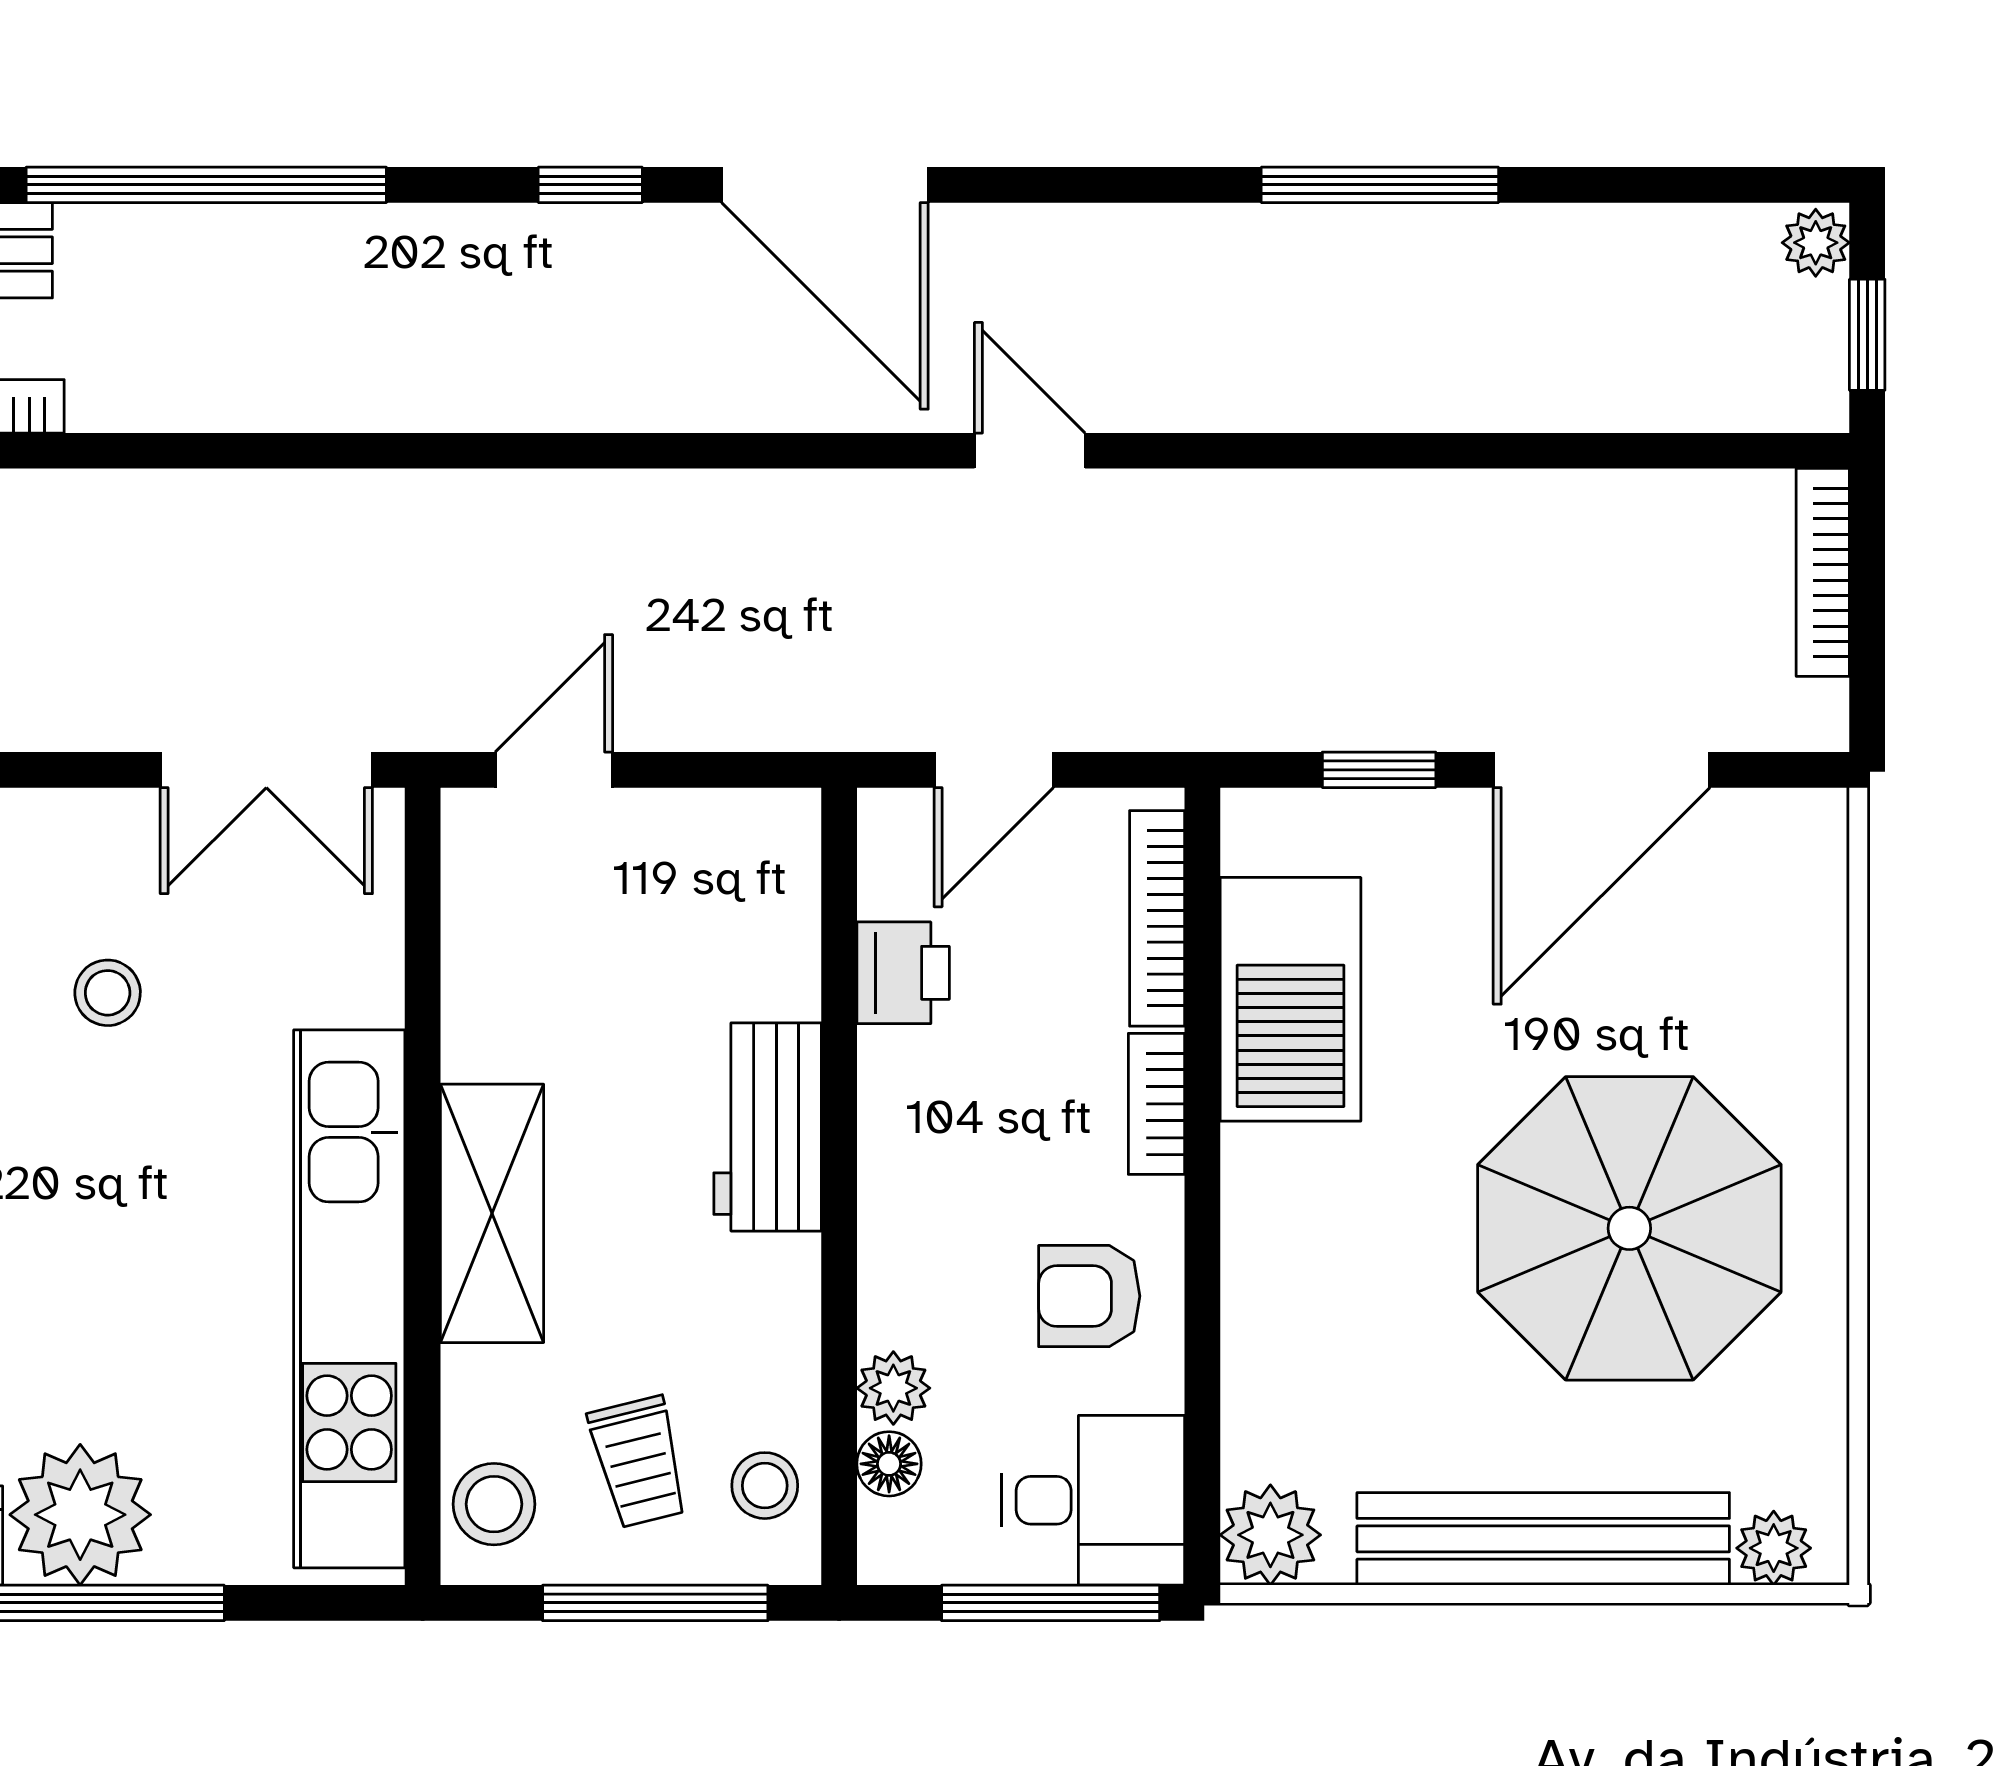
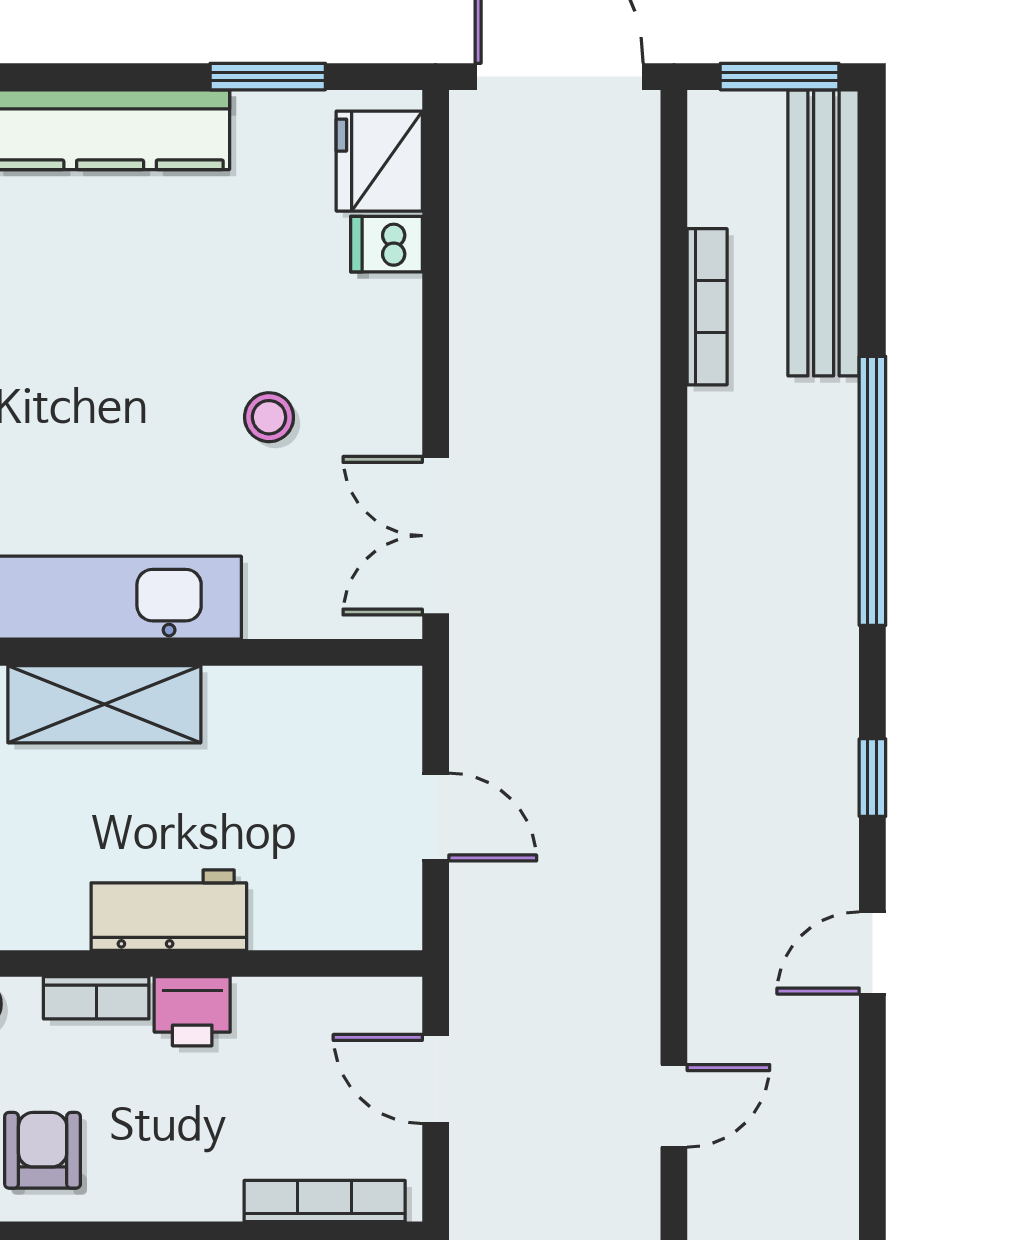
door: (825, 185) -> (872, 953), width x0.53
door: (554, 770) -> (436, 817), moved
printer: (903, 973) -> (192, 1011), moved
bookcase: (1157, 1104) -> (96, 998), moved, turned 180

